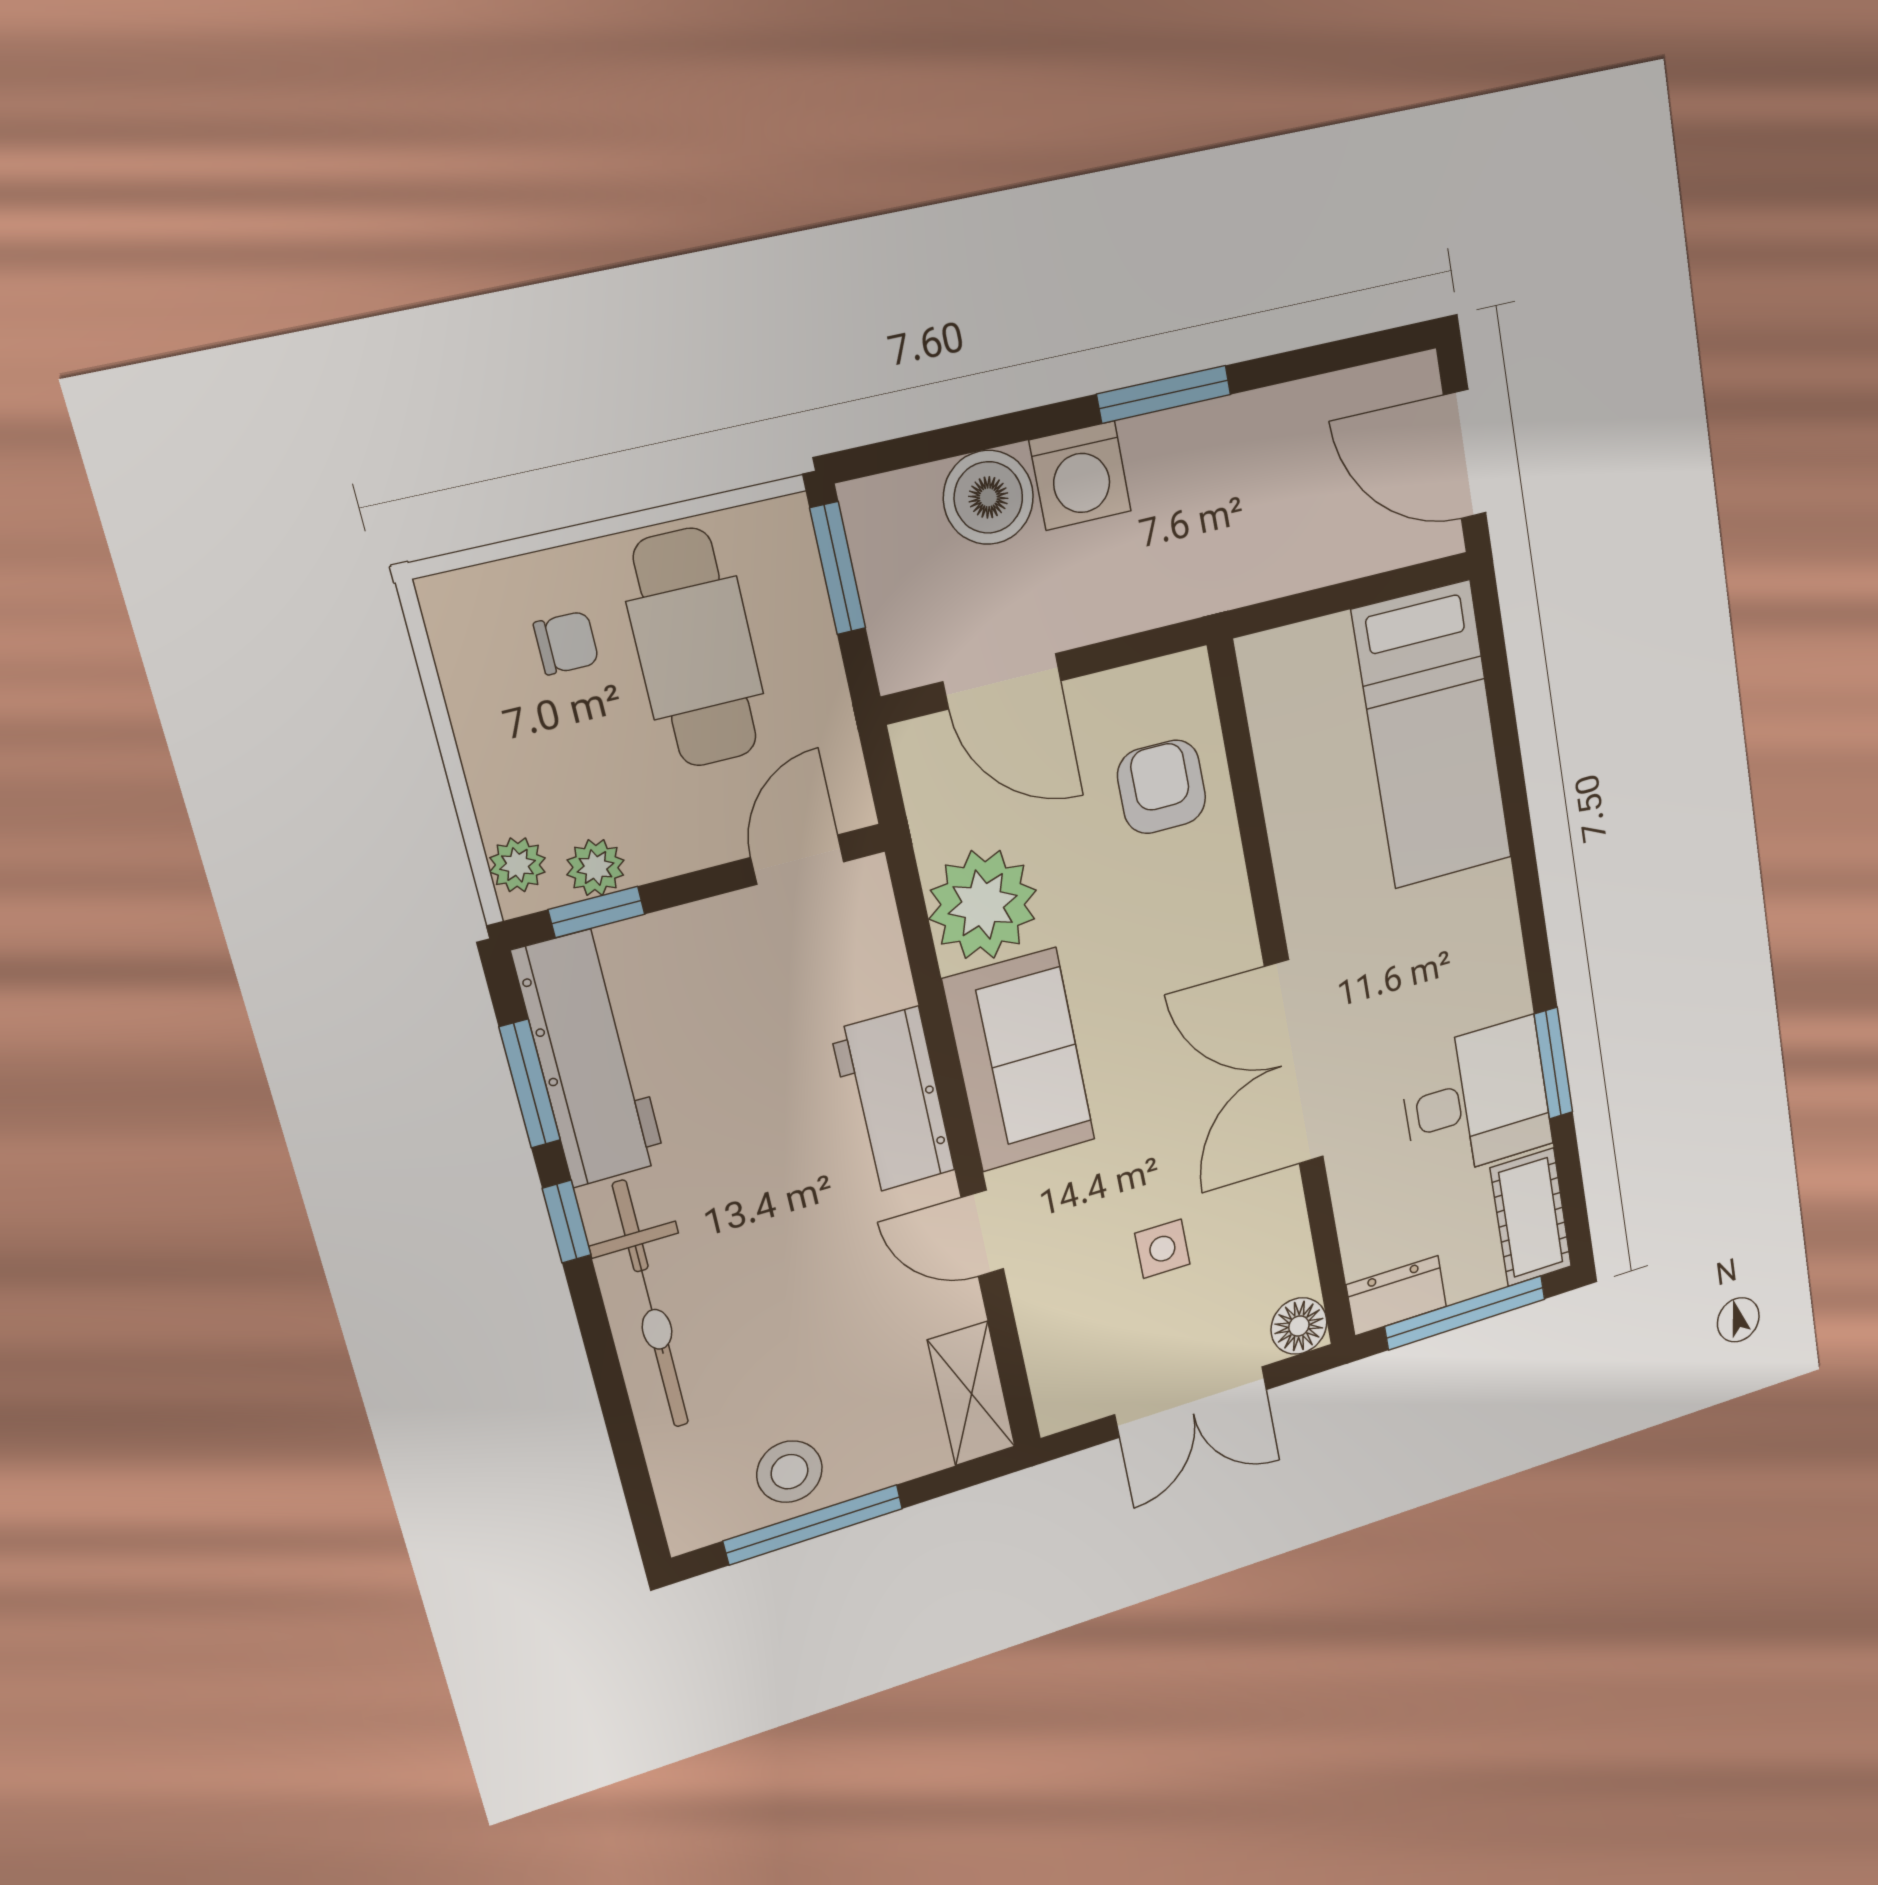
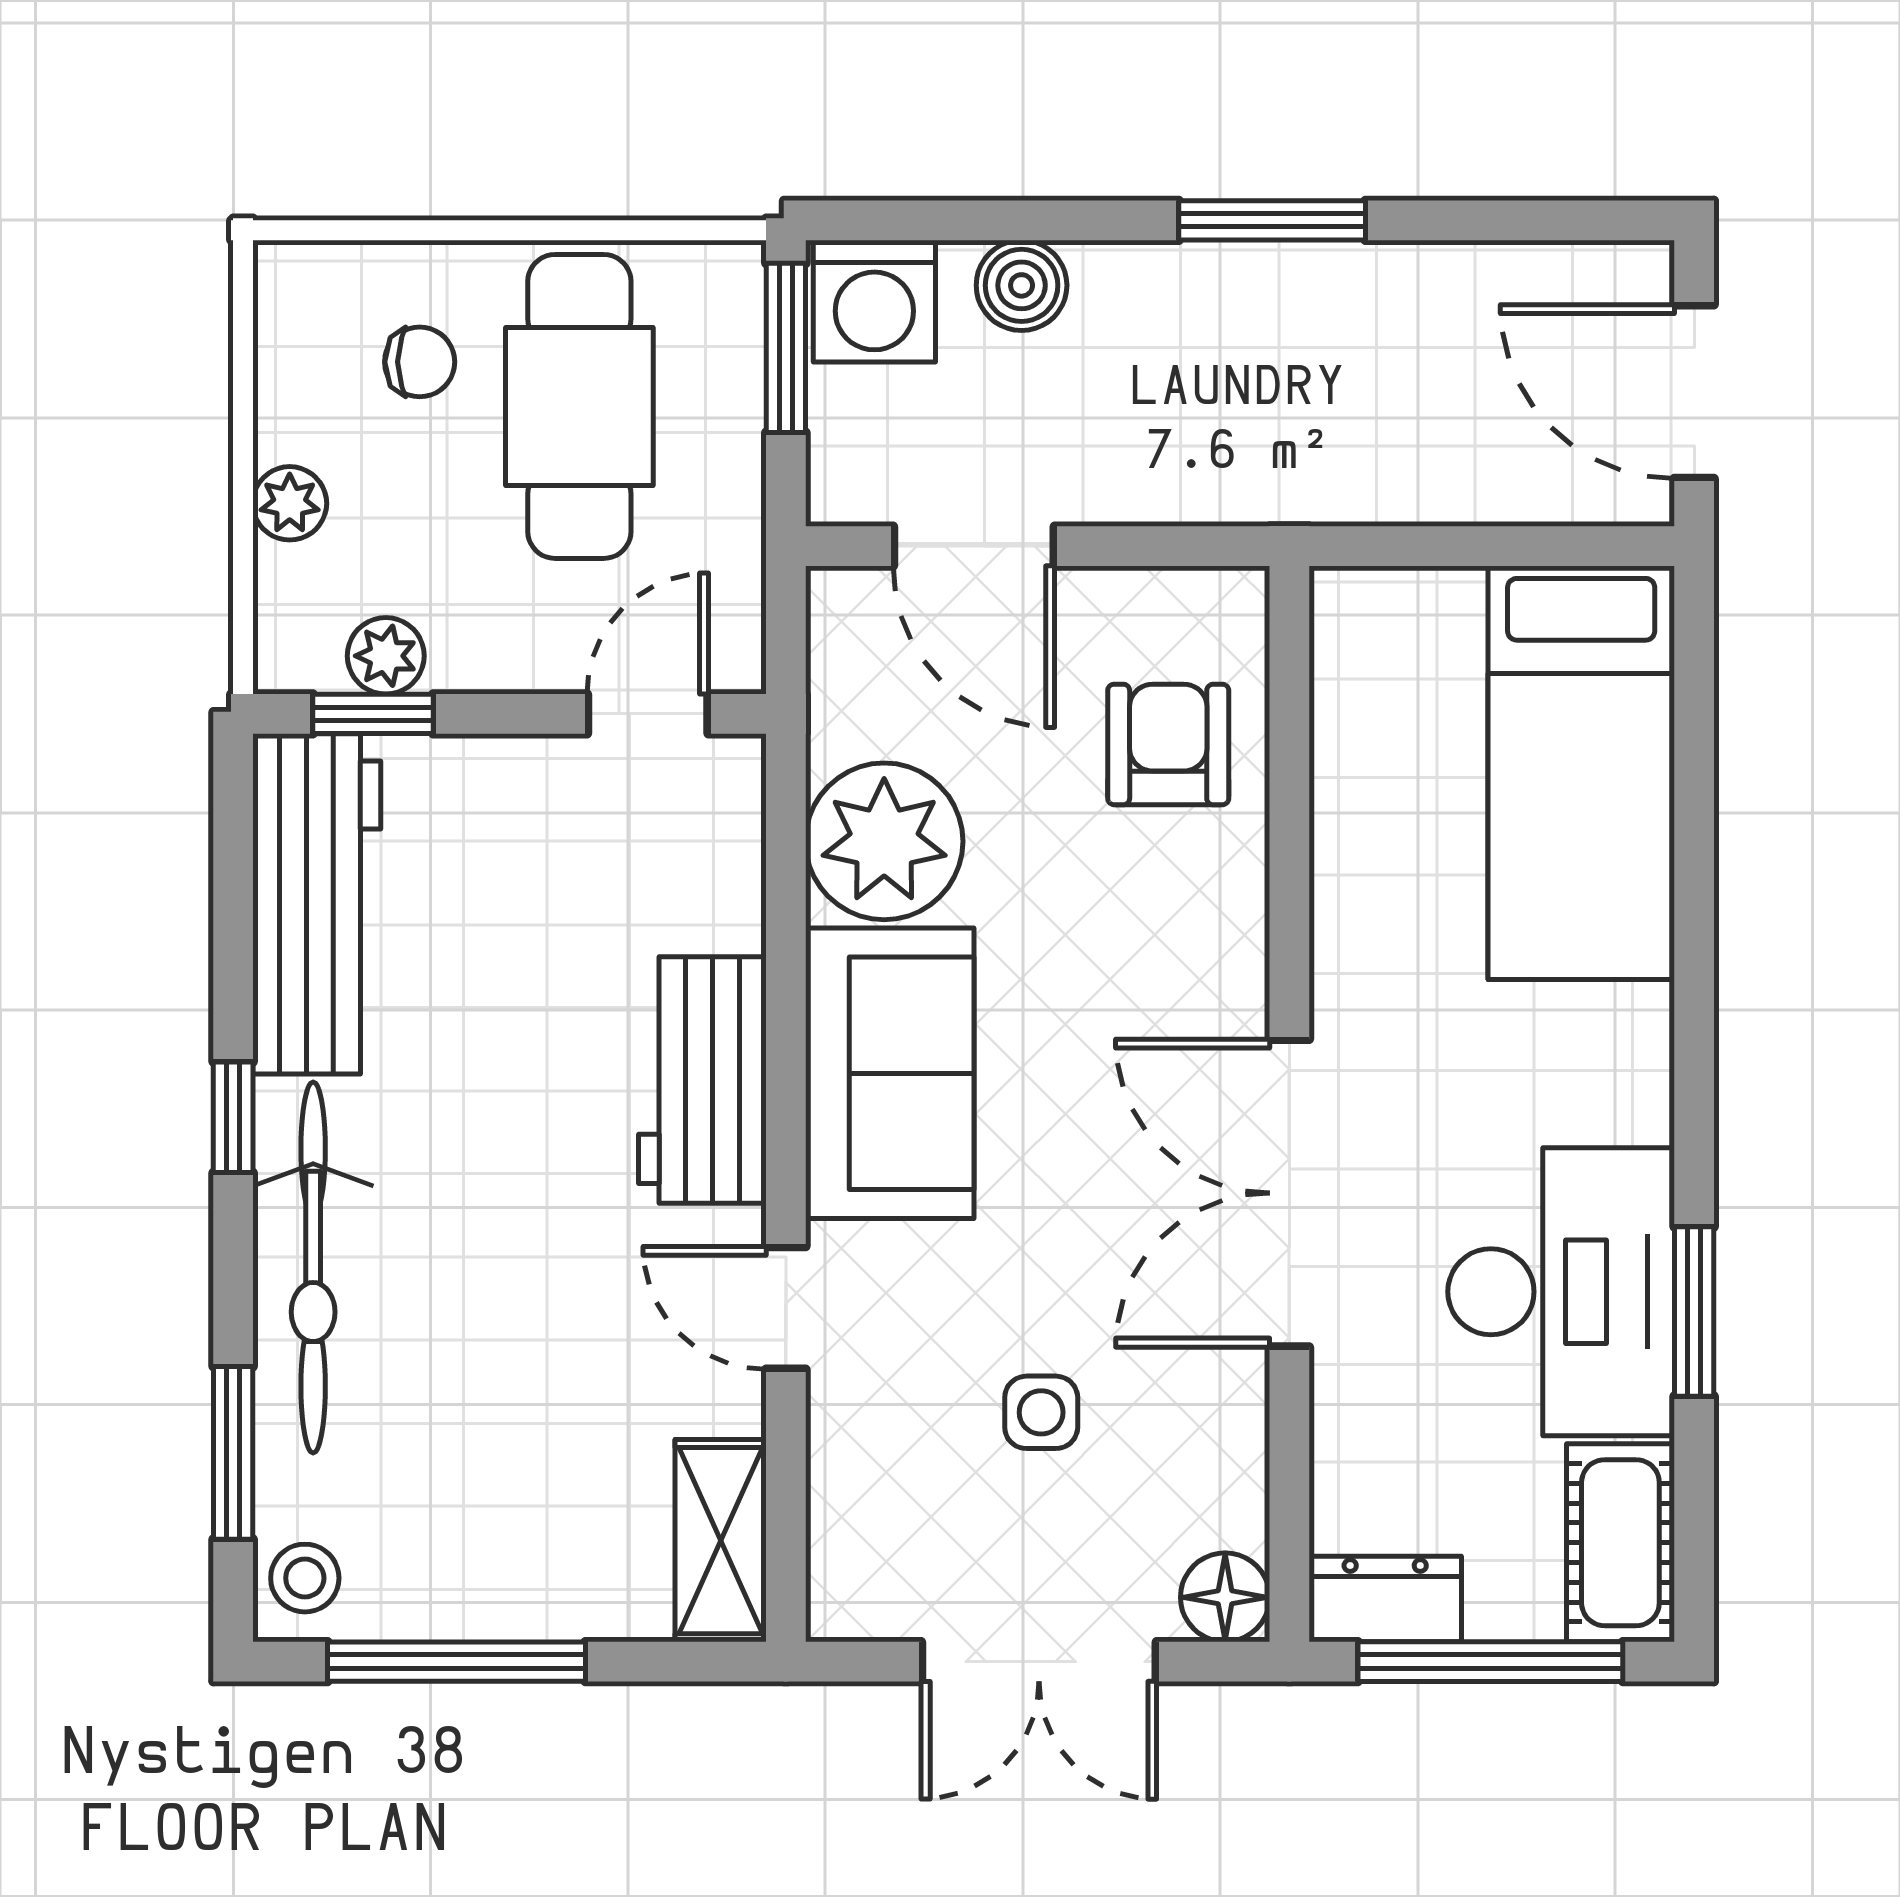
washing machine: (1080, 476) -> (874, 301), moved
boiler: (988, 497) -> (1022, 285), width x0.73, depth x0.73
plant: (517, 865) -> (290, 503), moved
window: (530, 1084) -> (233, 1453), moved
desk: (1476, 1099) -> (1561, 1292), width x1.37
stool: (789, 1472) -> (305, 1578), moved, width x0.73, depth x0.73

